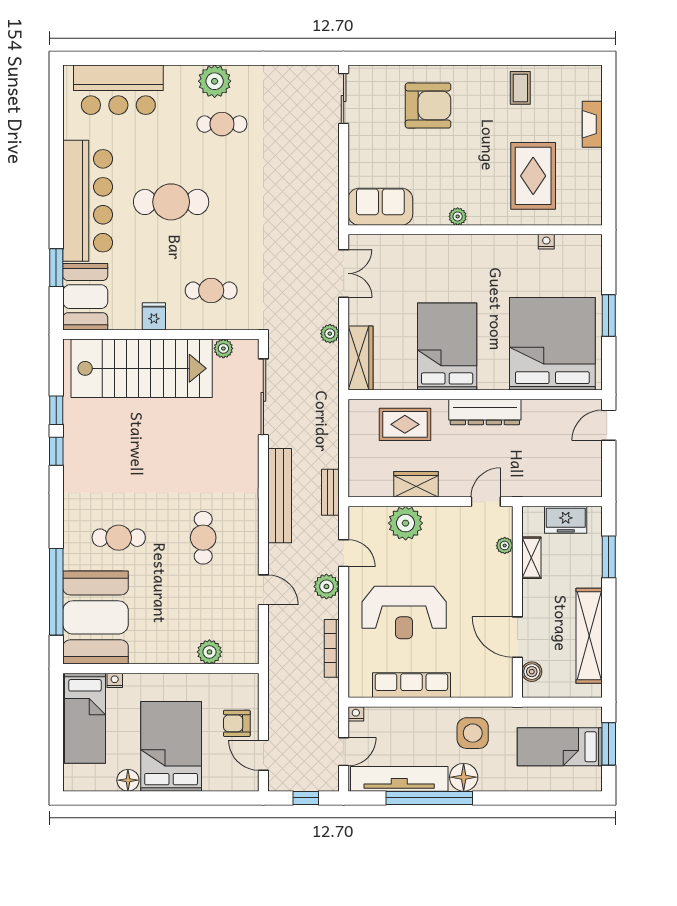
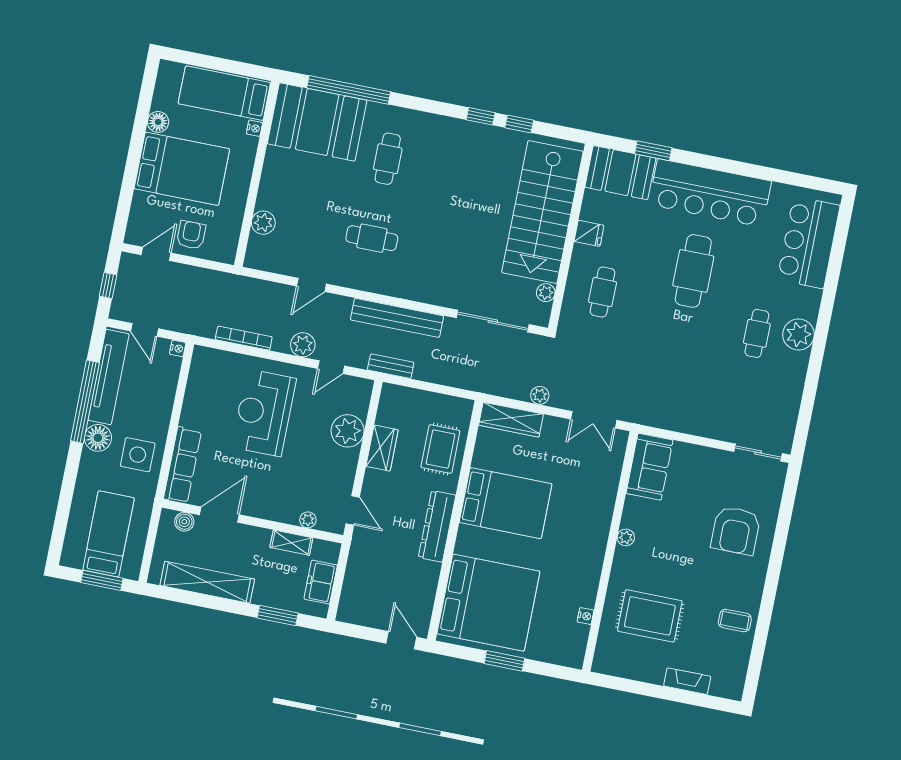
row of seats: (411, 685) -> (182, 465), moved

